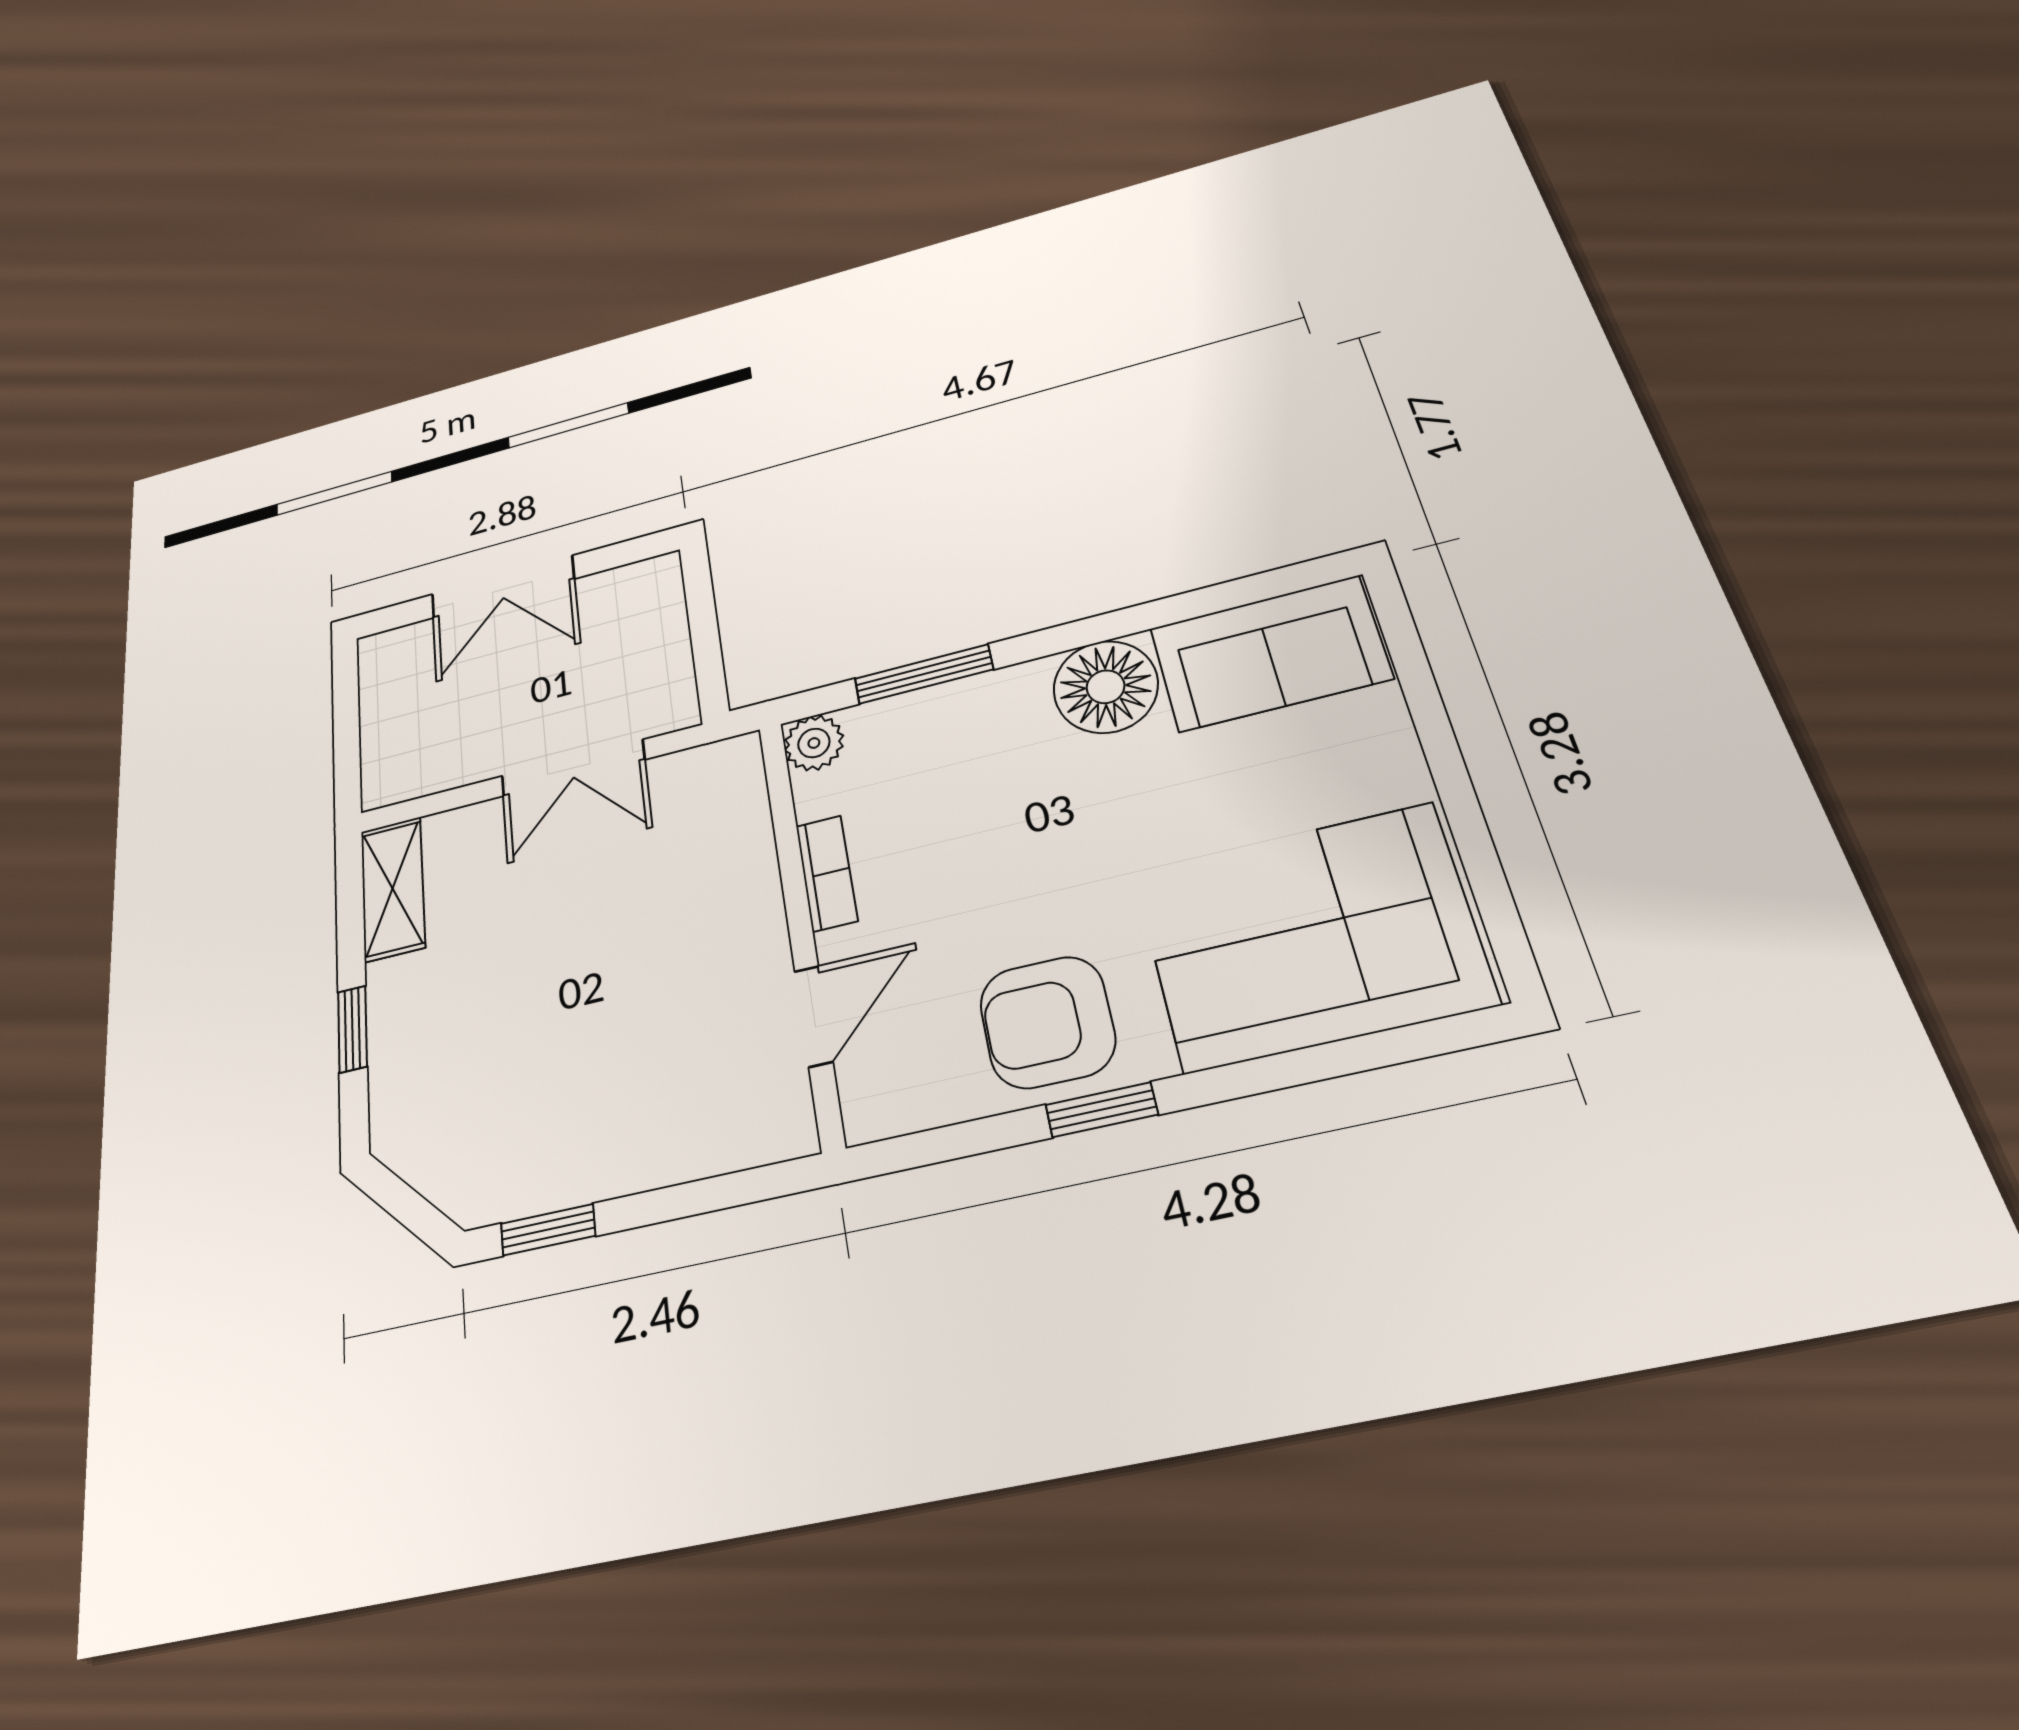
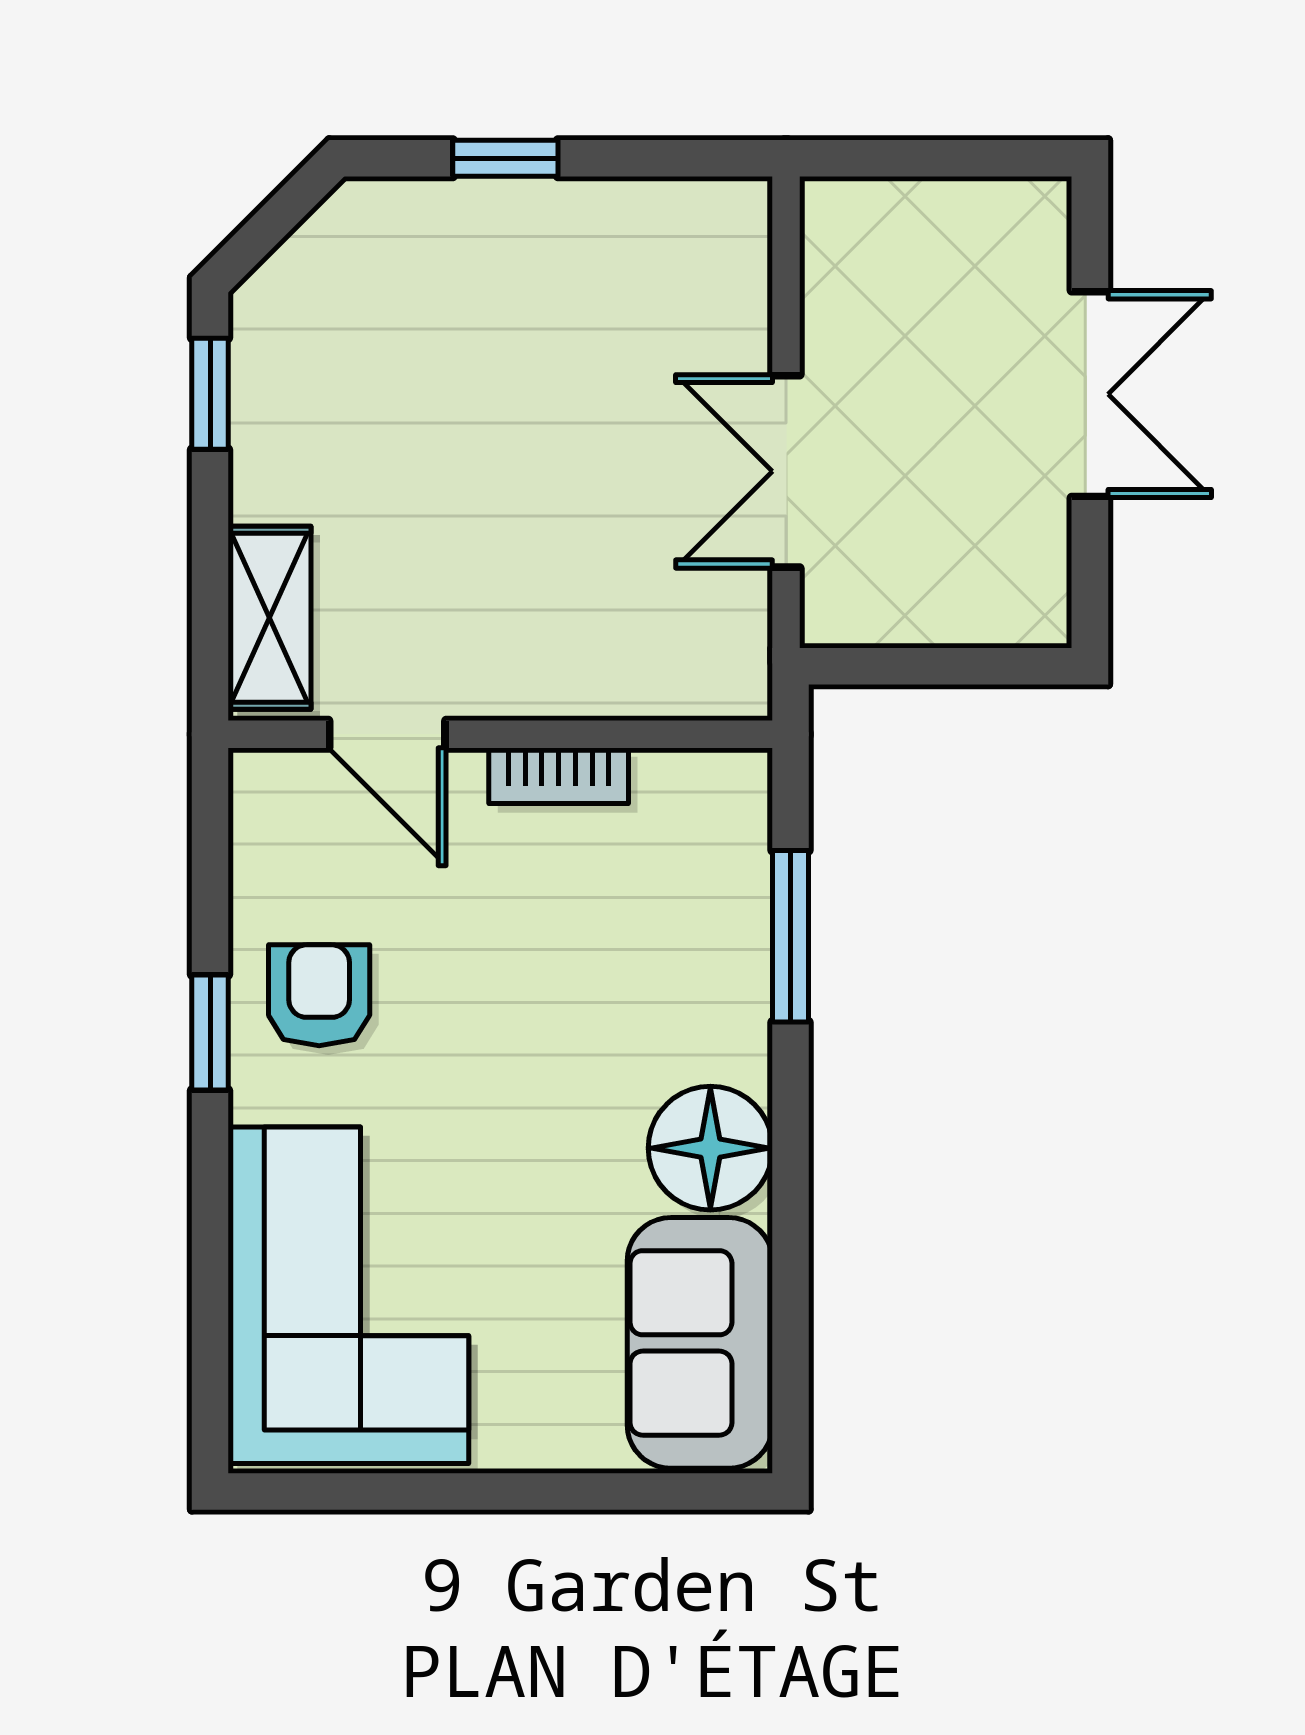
double door: (503, 587) -> (1090, 394), swing flipped
plant: (814, 743) -> (734, 786), removed
shelving: (393, 889) -> (270, 618), moved, turned 90
armchair: (1047, 1022) -> (319, 995), width x0.72, depth x0.72

